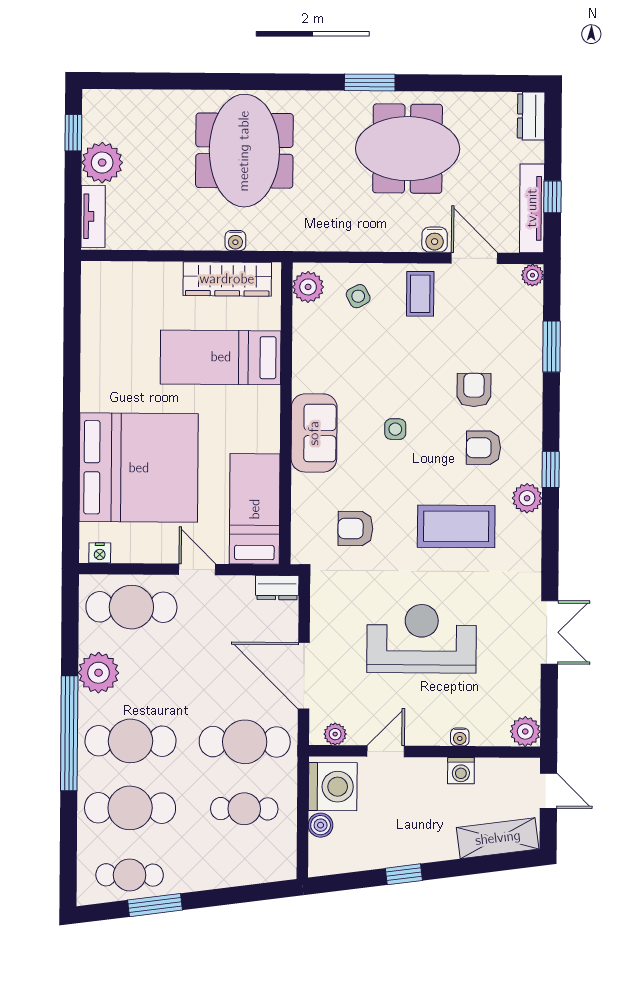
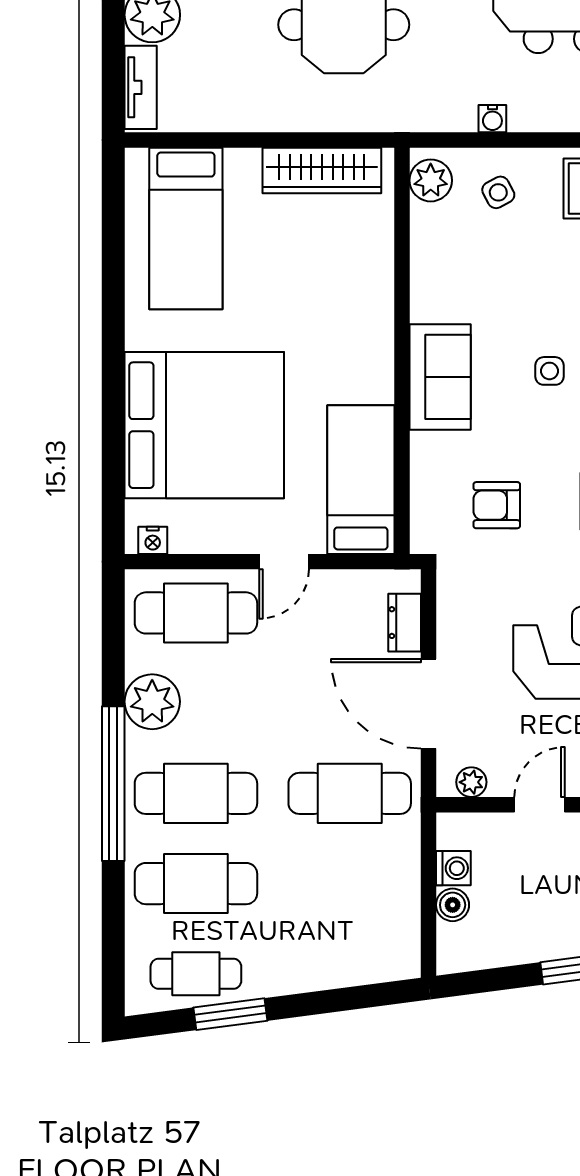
water cooler: (235, 241) -> (492, 119), moved
bed: (221, 357) -> (186, 228), moved, turned -90
door: (197, 569) -> (284, 562), swing flipped
dresser: (277, 588) -> (405, 623), moved, turned 90
washing machine: (333, 787) -> (453, 868), width x0.53, depth x0.53
cafe table: (244, 809) -> (350, 884), removed

